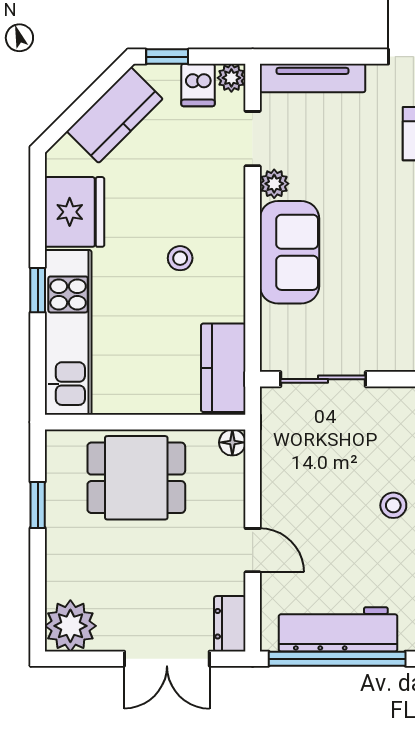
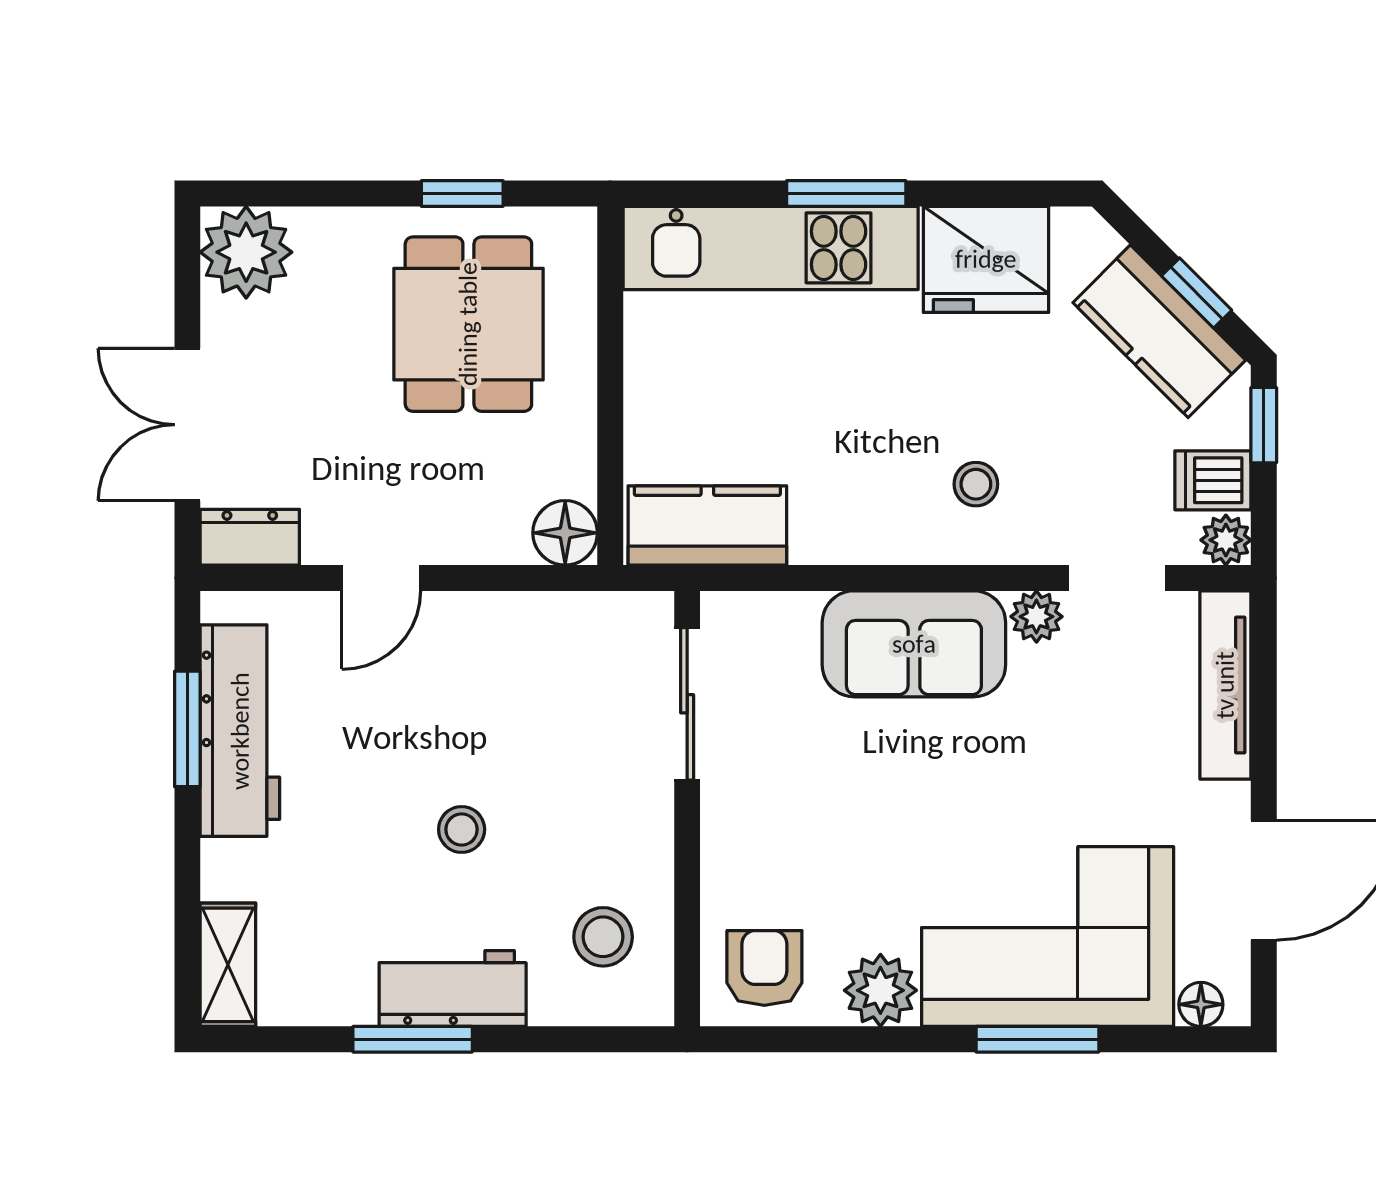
window: (93, 94) -> (1197, 293), added
stool: (180, 258) -> (976, 484), moved
window: (38, 290) -> (846, 194), width x1.50
floor lamp: (232, 442) -> (565, 533), width x1.37, depth x1.37
dining table: (136, 478) -> (468, 324), moved
window: (337, 659) -> (187, 729), width x0.47

